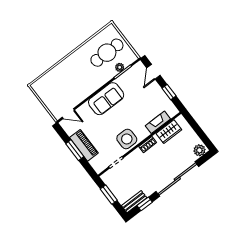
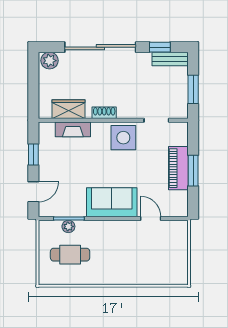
cafe table: (107, 53) -> (70, 255), width x0.73, depth x0.74
door: (68, 114) -> (151, 218), moved

